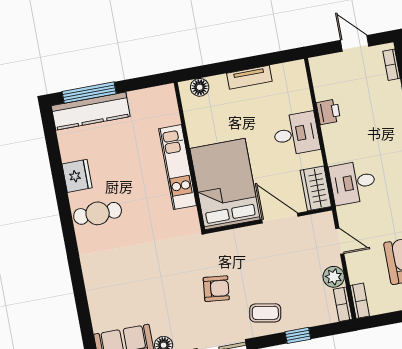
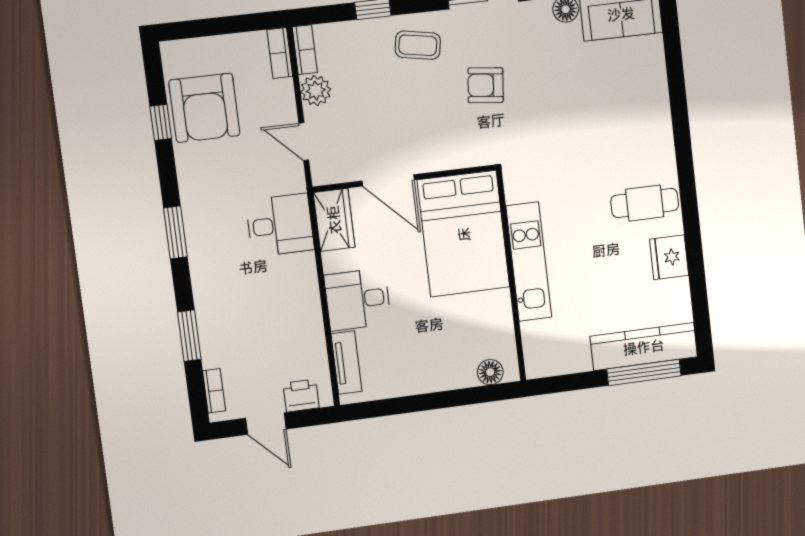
tv unit: (249, 77) -> (346, 363), moved, turned 90
printer: (328, 112) -> (301, 396), moved, turned 90

